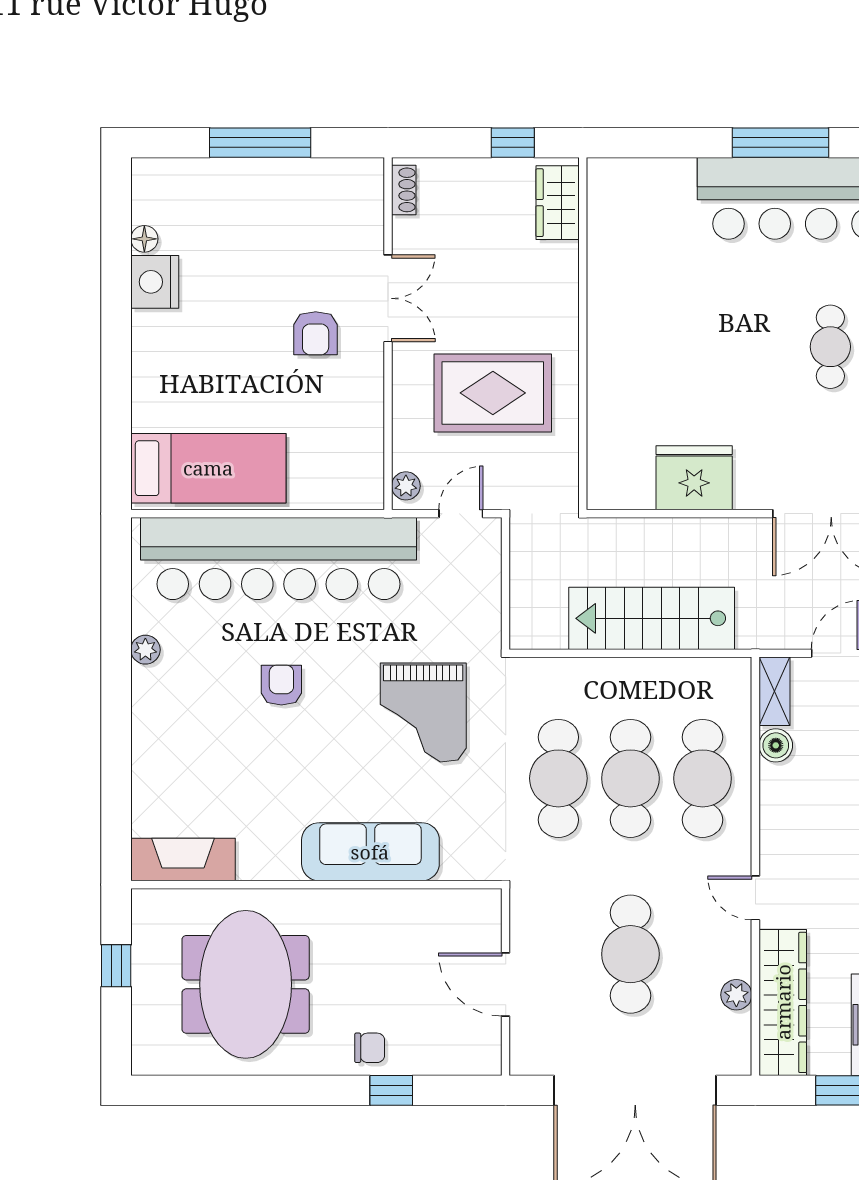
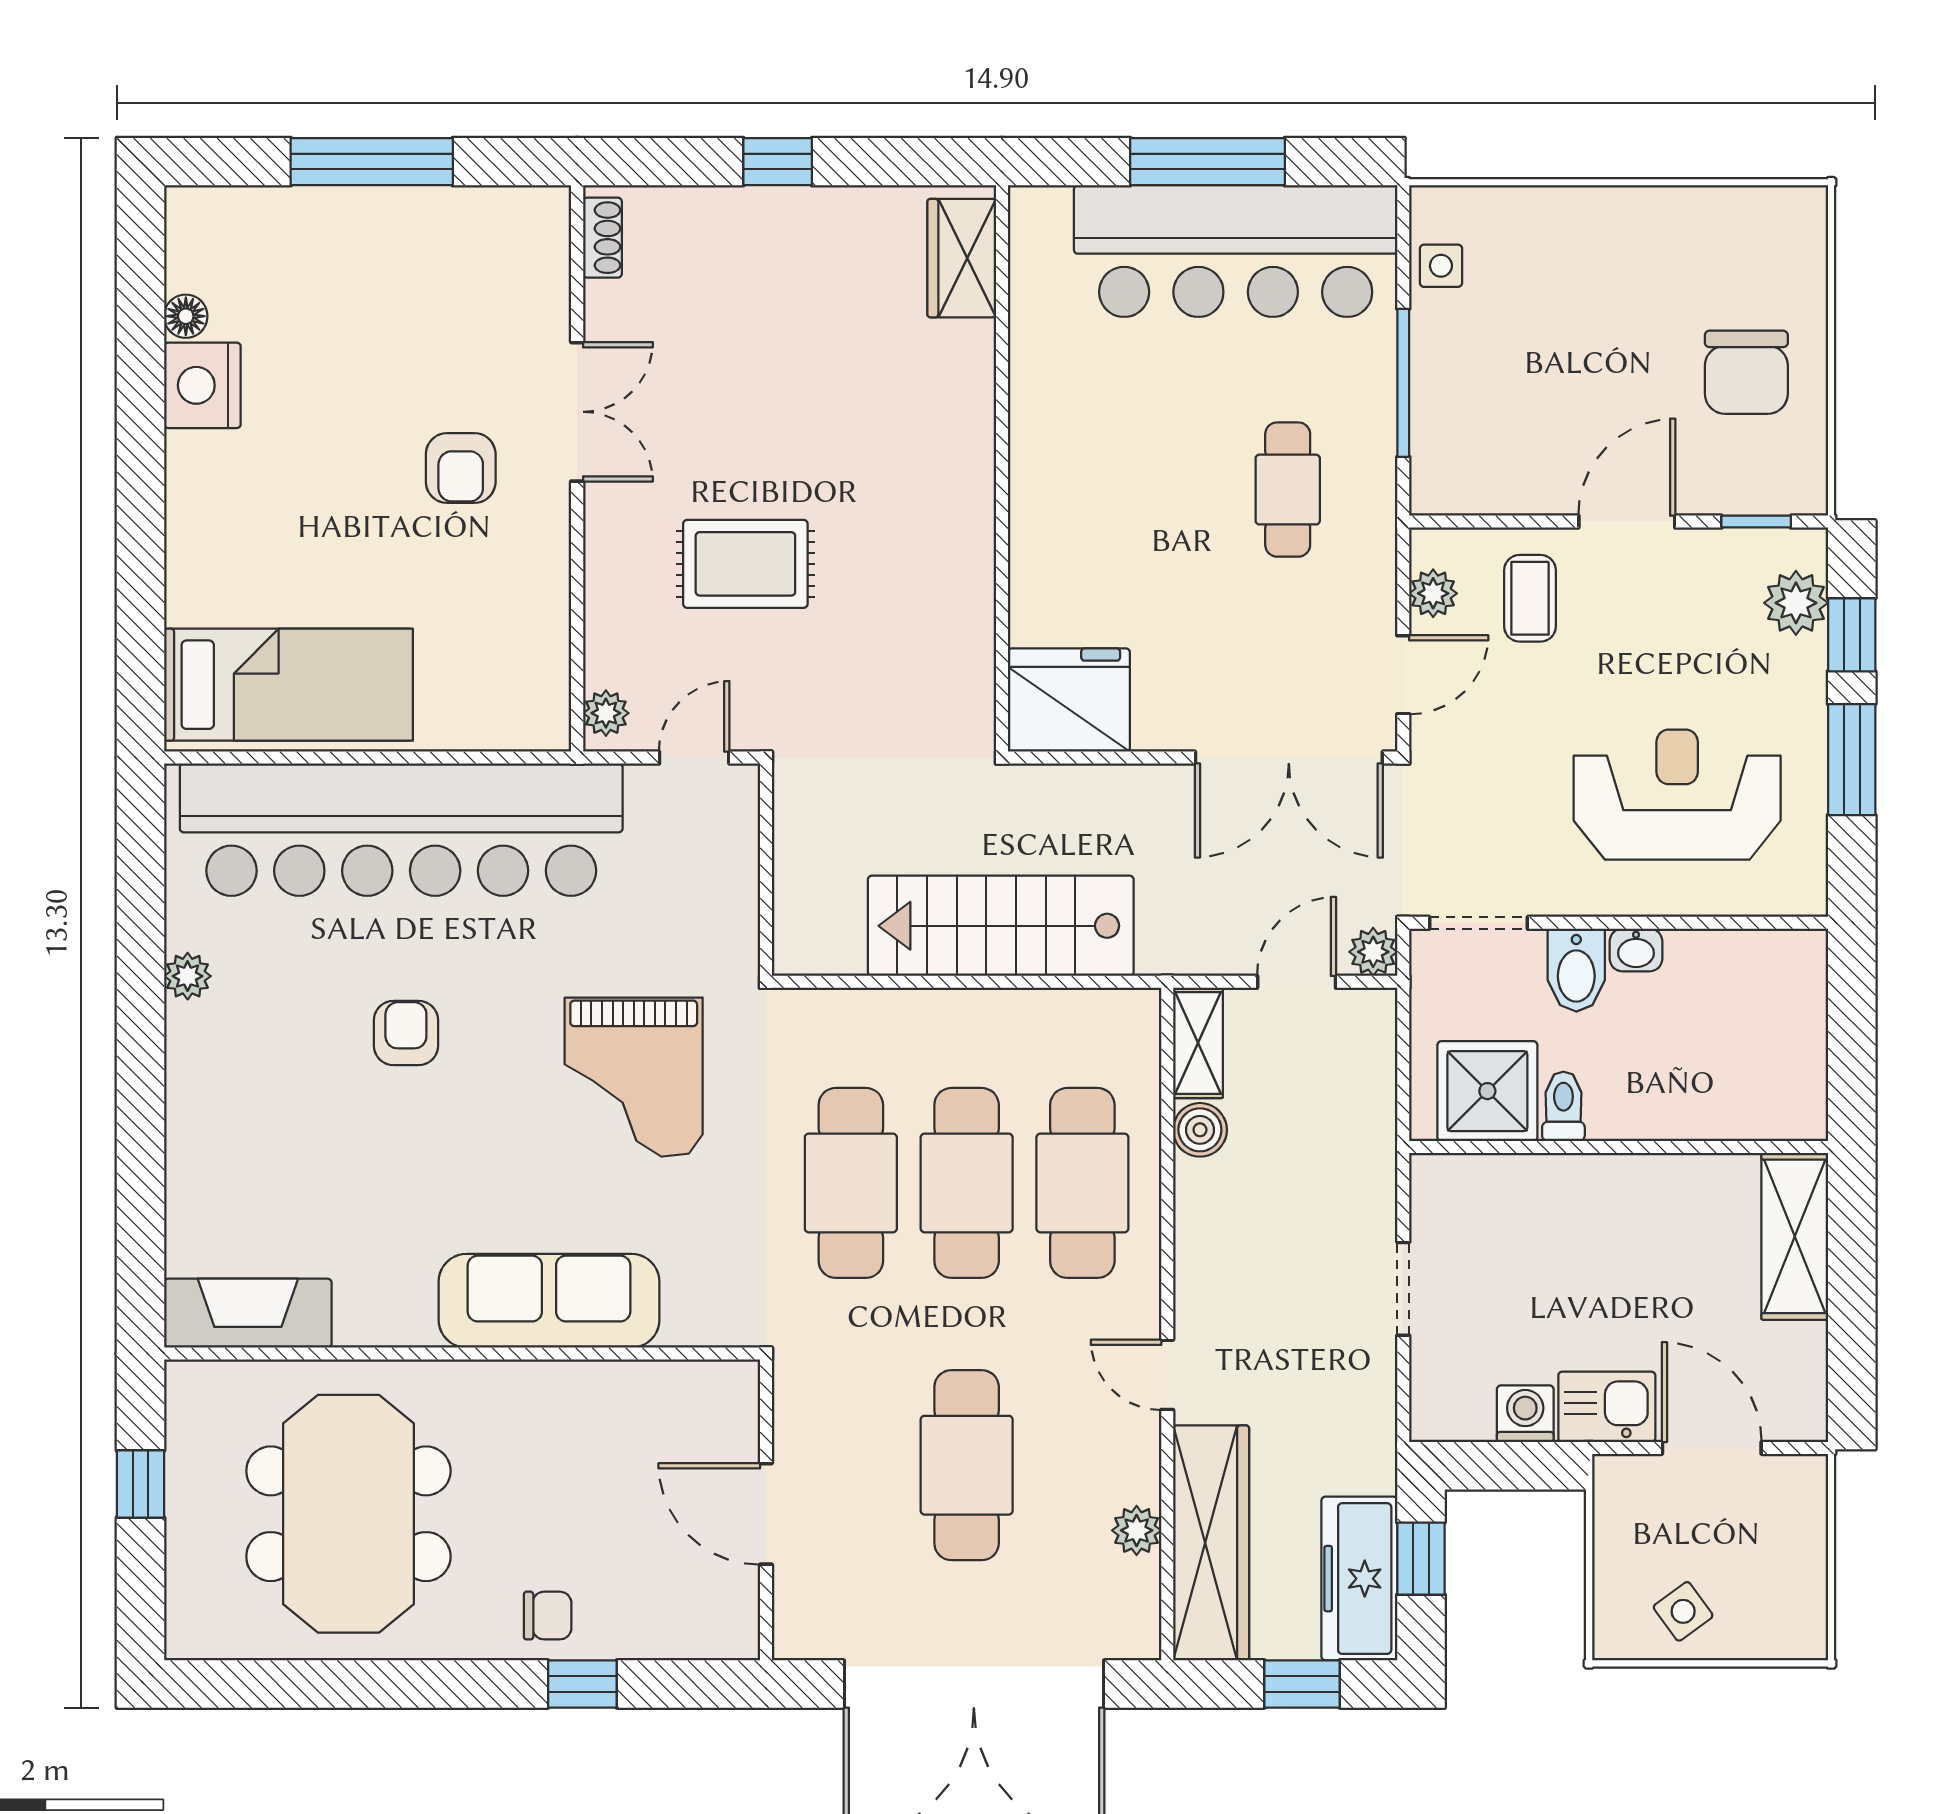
wardrobe: (558, 203) -> (962, 258), moved
wall: (583, 334) -> (1002, 468), moved
rug: (493, 393) -> (745, 564), width x0.73, depth x0.70

